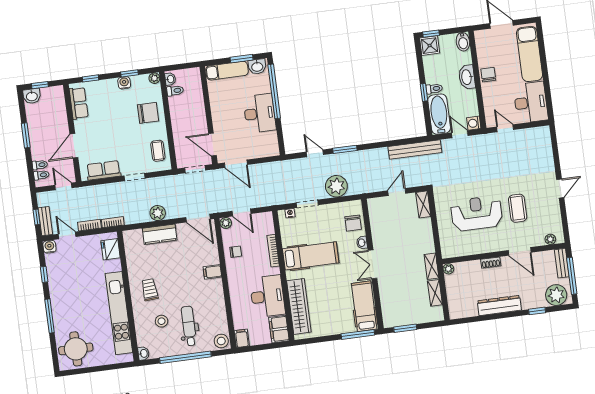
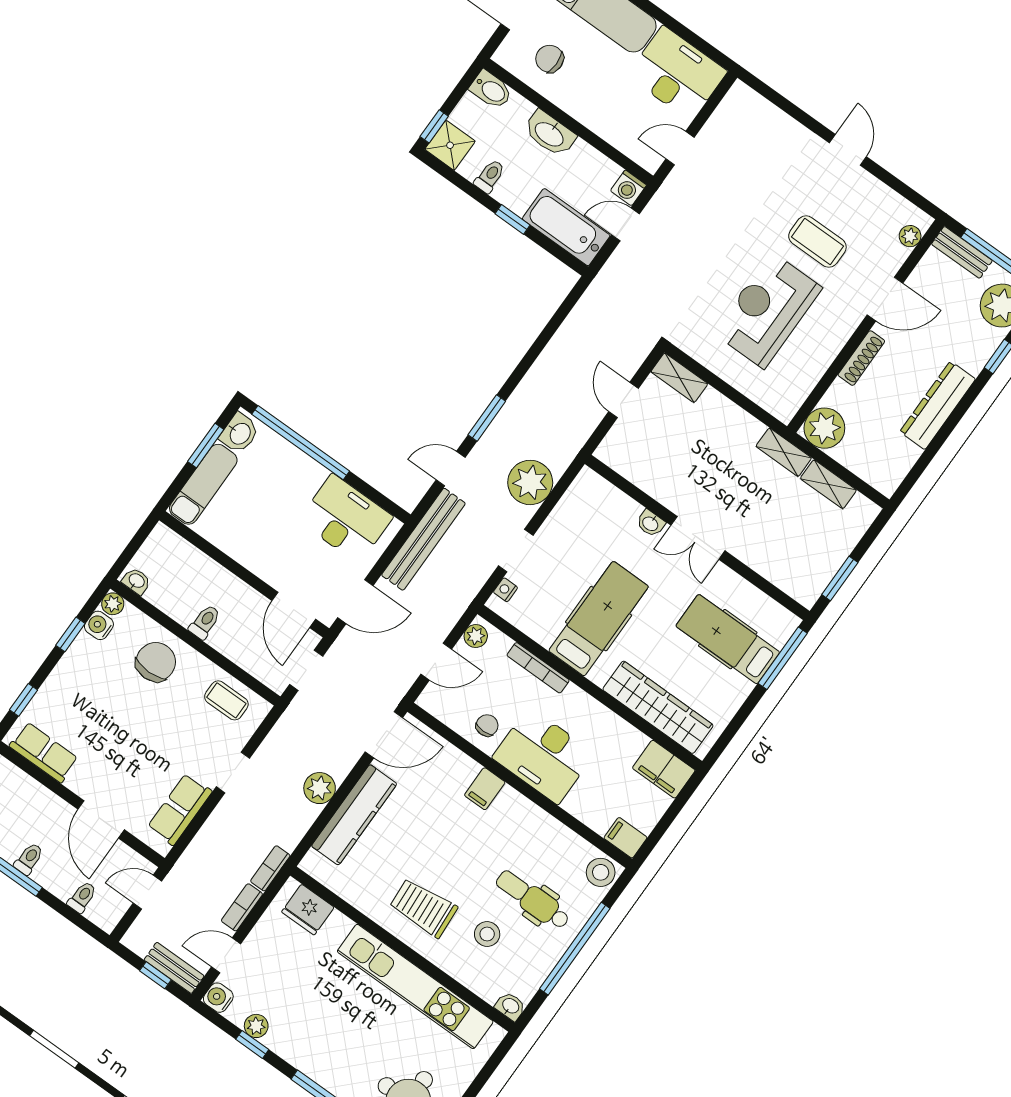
chair: (488, 75) -> (550, 59), moved
water cooler: (124, 83) -> (99, 625), moved
toilet: (434, 89) -> (490, 176), moved
toilet: (175, 91) -> (205, 622), moved
desk: (260, 113) -> (346, 519), moved
door: (212, 145) -> (294, 610), hinge flipped
bench: (415, 149) -> (423, 539), moved
toilet: (41, 175) -> (29, 859), moved
plant: (226, 223) -> (476, 636), moved
chair: (353, 223) -> (609, 509), removed
kitchen counter: (160, 234) -> (354, 815), width x1.50
shoe rack: (491, 263) -> (861, 358), width x1.43
plant: (448, 269) -> (824, 428), width x1.87, depth x1.87
plant: (52, 270) -> (256, 1026), added
trolley: (150, 290) -> (423, 908), width x1.36, depth x1.39
desk: (267, 296) -> (543, 756), moved, turned 180
hospital bed: (364, 306) -> (728, 639), moved

